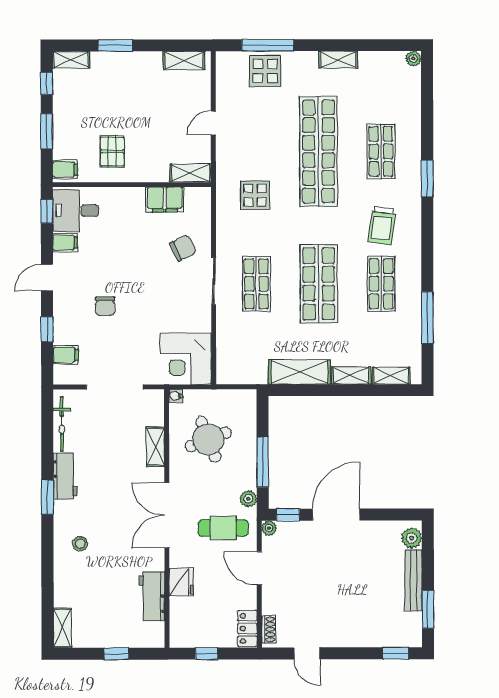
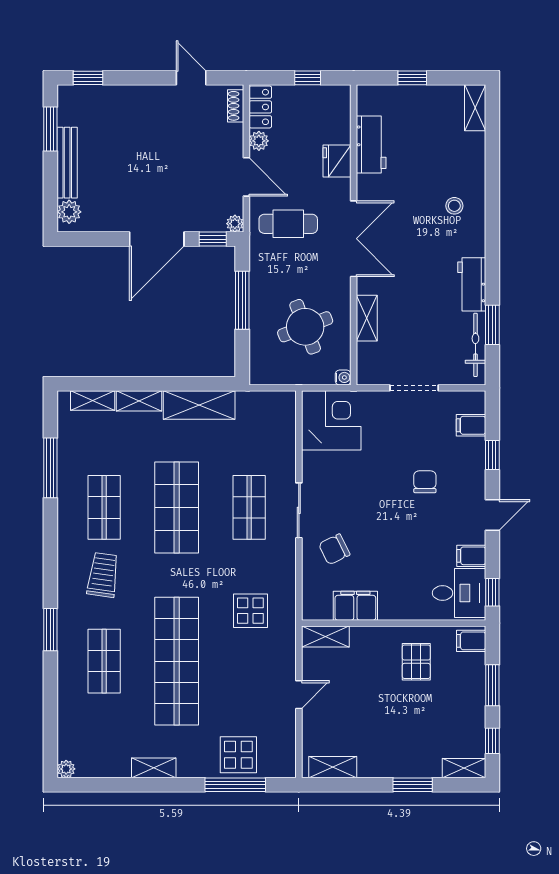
doorway: (114, 387) -> (414, 388), width x0.73
window: (47, 497) -> (492, 325), moved
plant: (248, 499) -> (259, 141), moved

